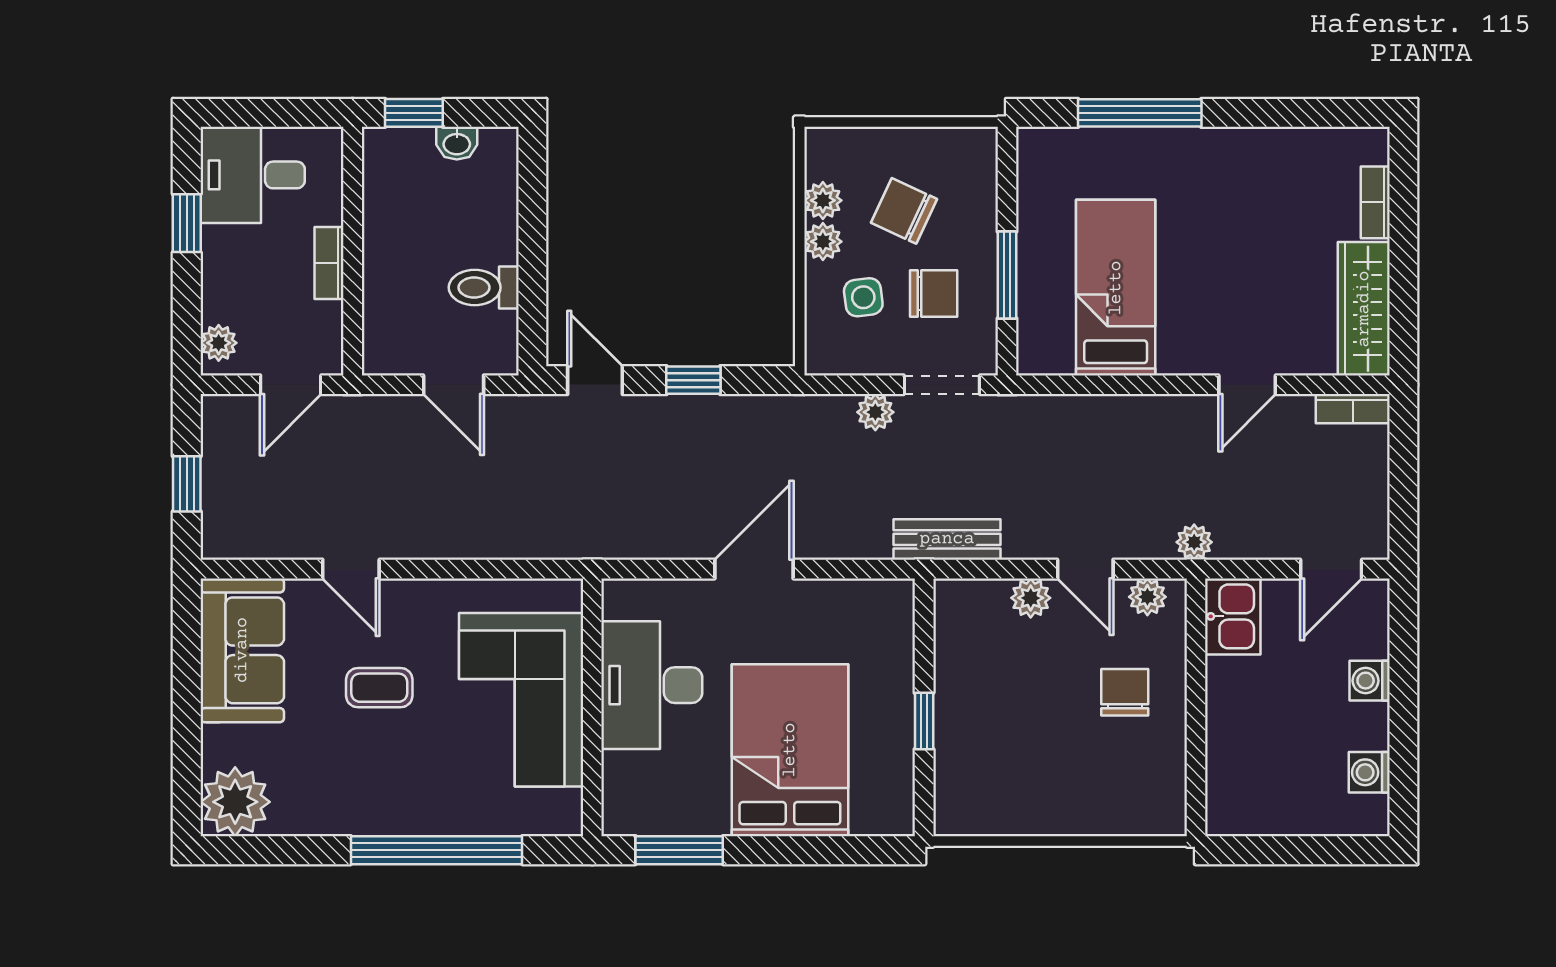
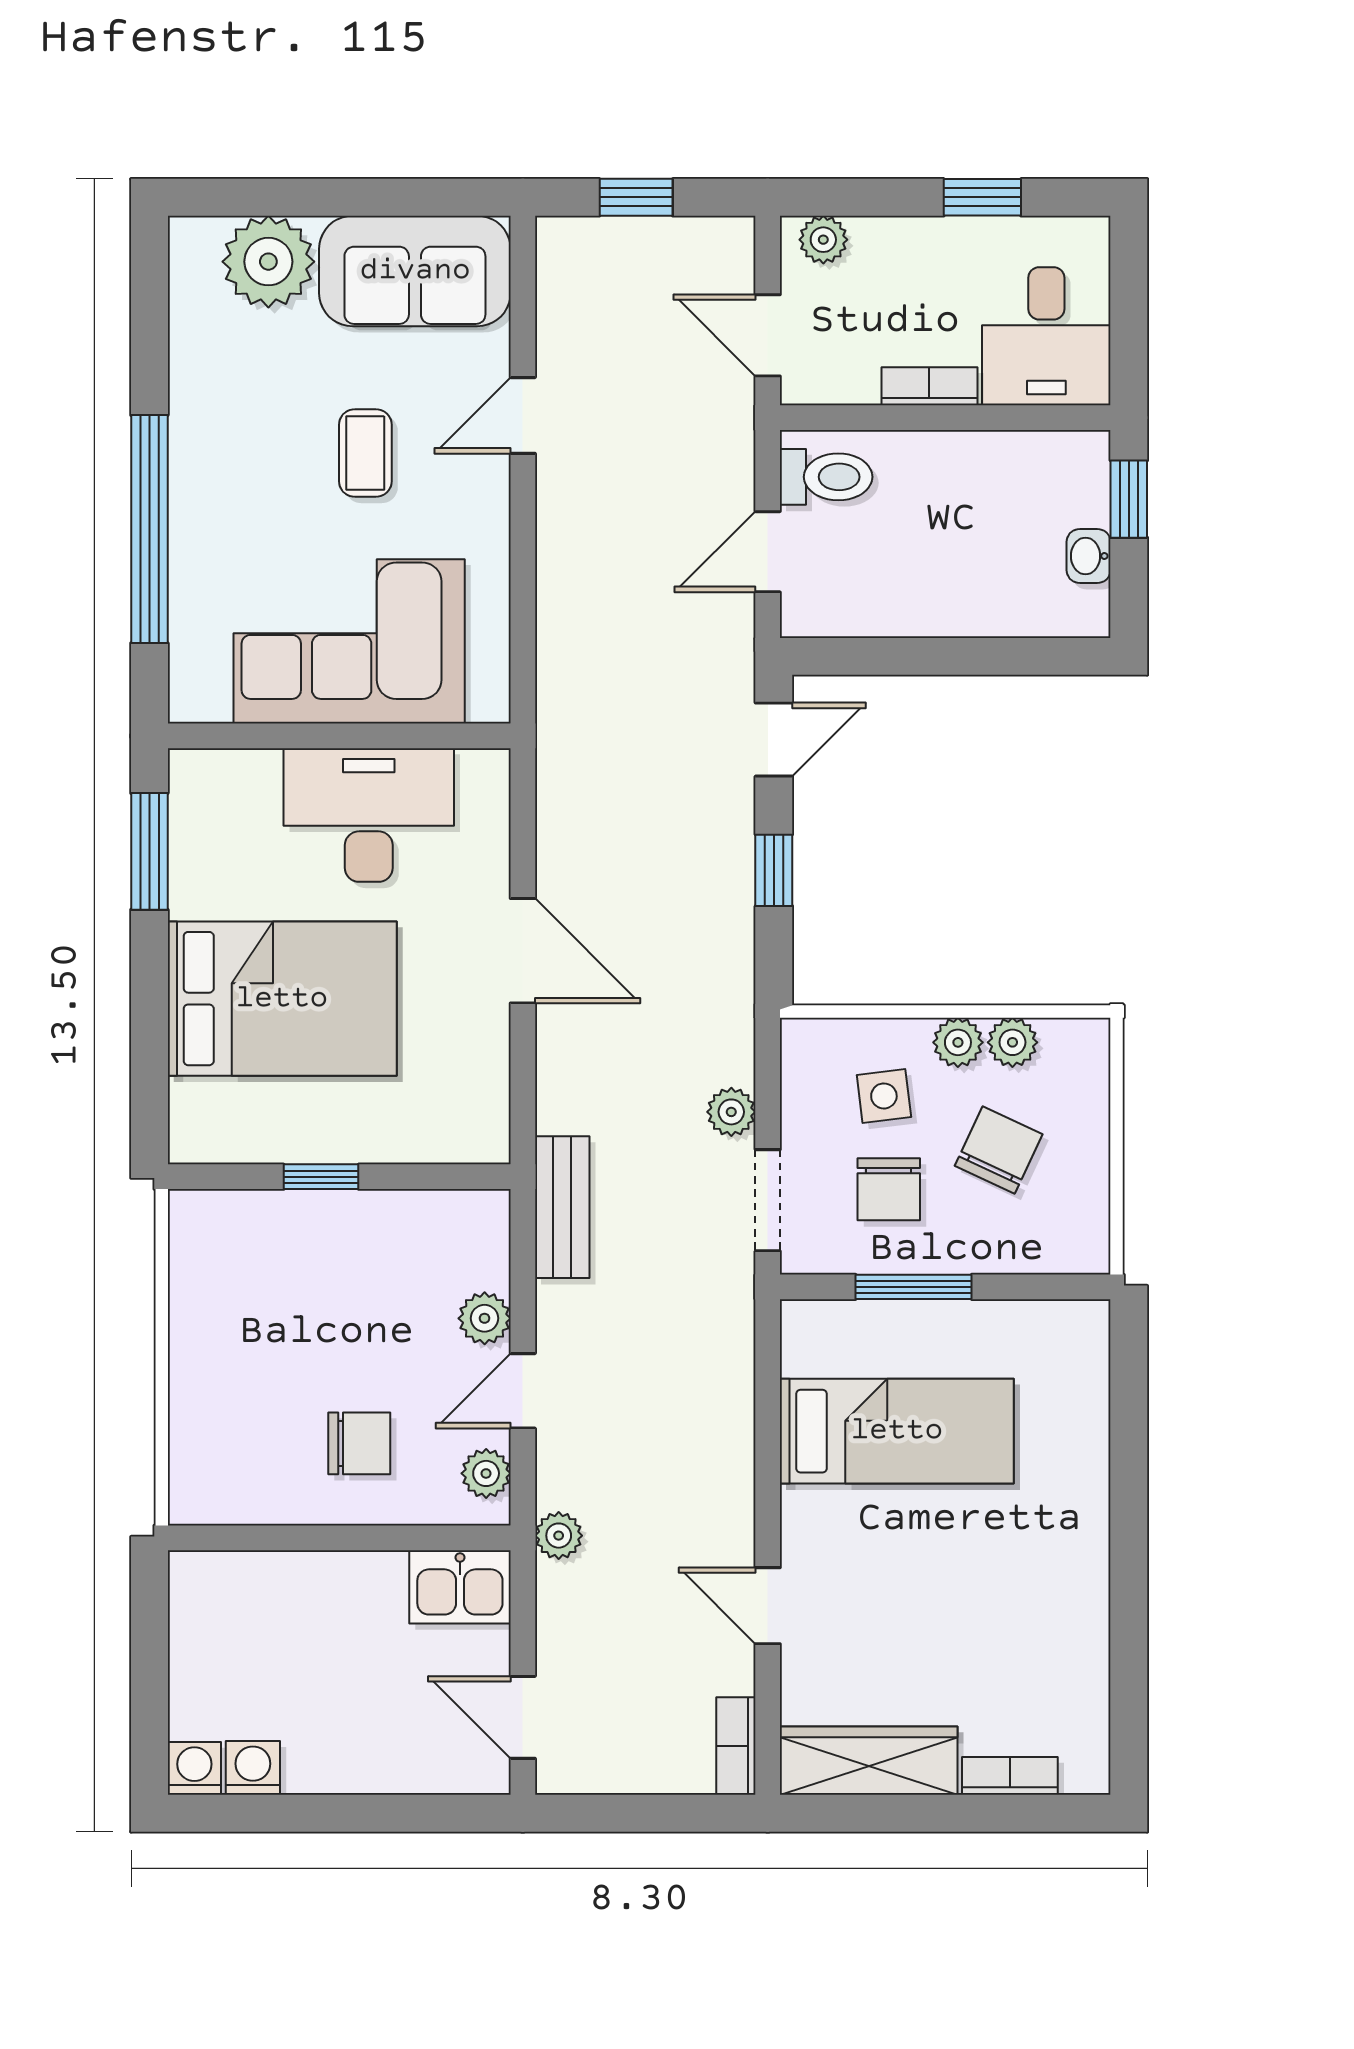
window: (1140, 113) -> (1129, 1463), removed
desk: (253, 175) -> (1046, 336), moved, turned 180
toilet: (484, 287) -> (826, 477), moved, turned 90
washing machine: (1370, 681) -> (194, 1768), moved
plant: (235, 802) -> (268, 262), moved

